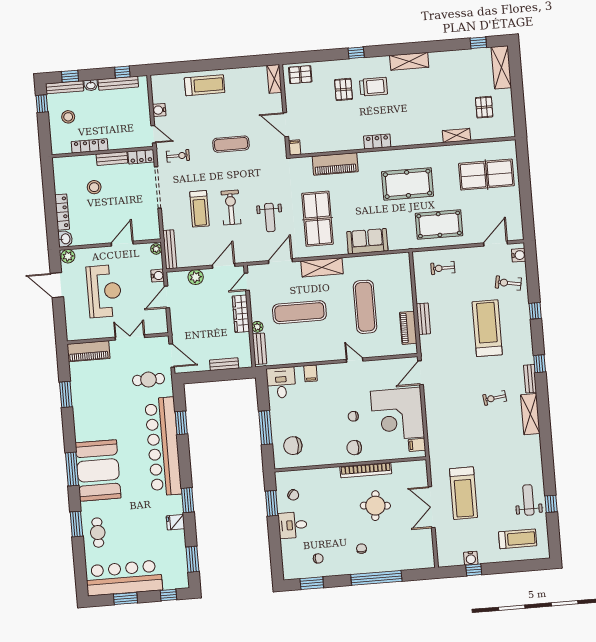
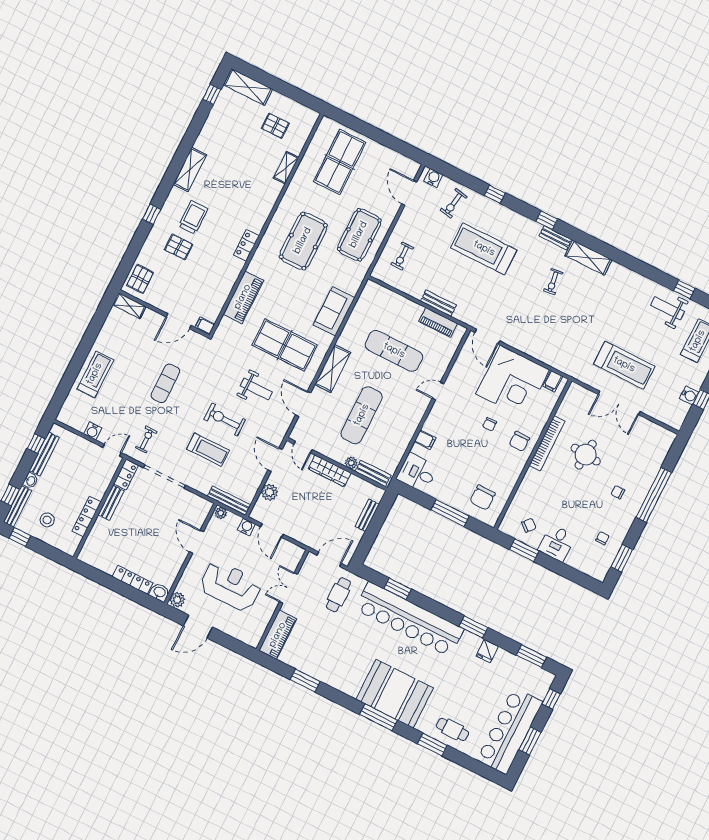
stool: (94, 187) -> (128, 536), removed

